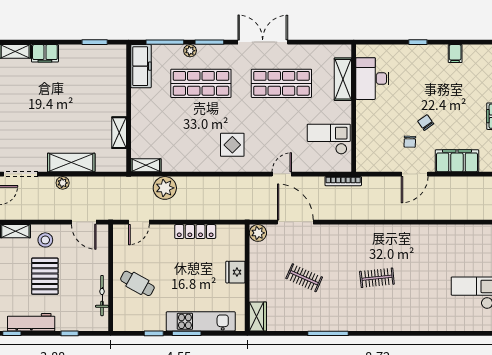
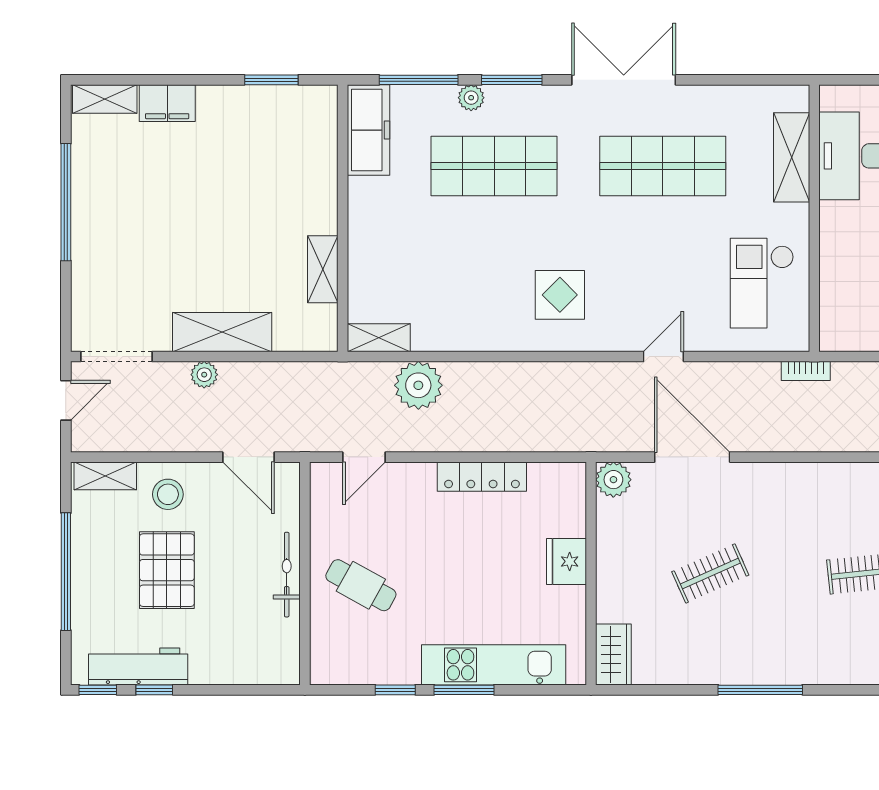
checkout: (329, 139) -> (762, 283), turned -90
bookcase: (343, 181) -> (806, 371), width x0.64
clothes rail: (304, 278) -> (710, 573), turned -48
bicycle: (102, 296) -> (287, 575), moved
window: (70, 333) -> (154, 690), moved

